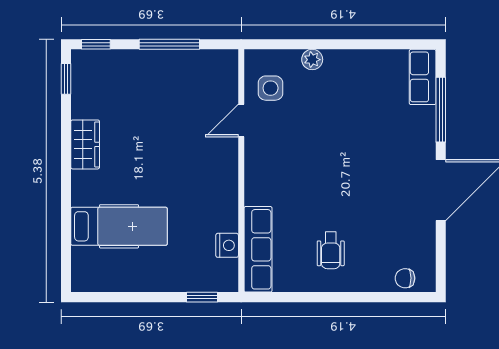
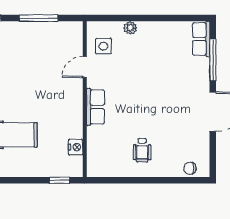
row of seats: (258, 249) -> (95, 107), moved, width x0.68

